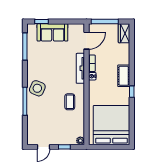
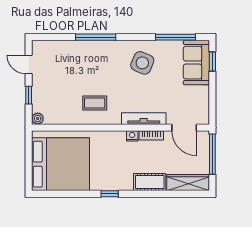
sofa: (52, 32) -> (196, 63), moved
wardrobe: (124, 33) -> (188, 183), width x1.50
cot: (124, 76) -> (150, 182), moved
side table: (37, 88) -> (142, 63), moved

